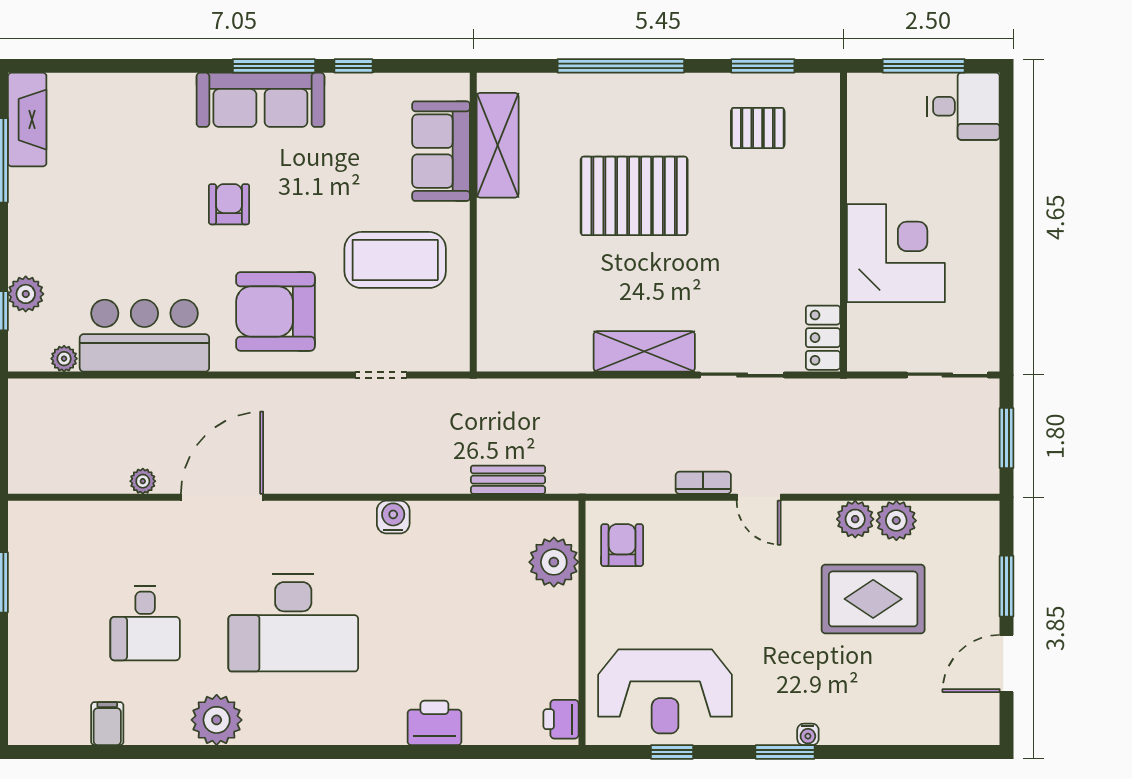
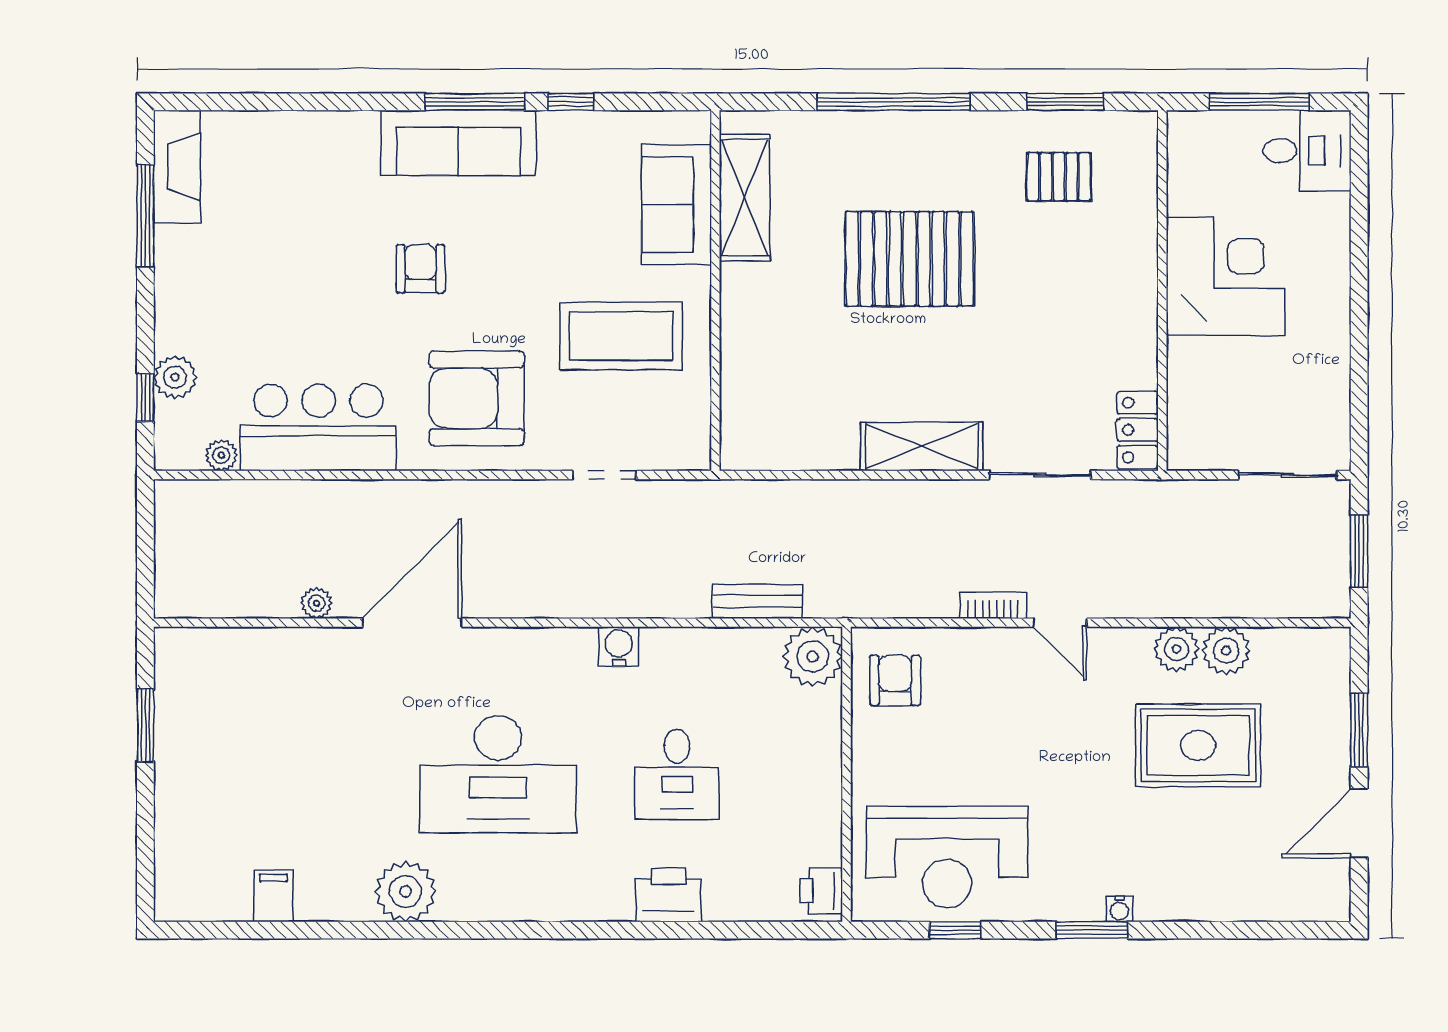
corner desk: (896, 253) -> (1226, 276), moved
plant: (554, 562) -> (813, 657), moved
desk: (145, 623) -> (677, 774), moved

